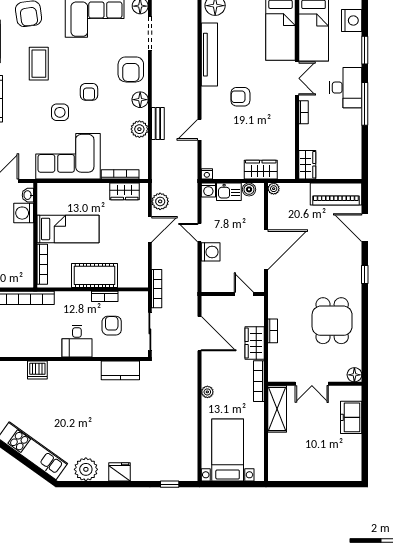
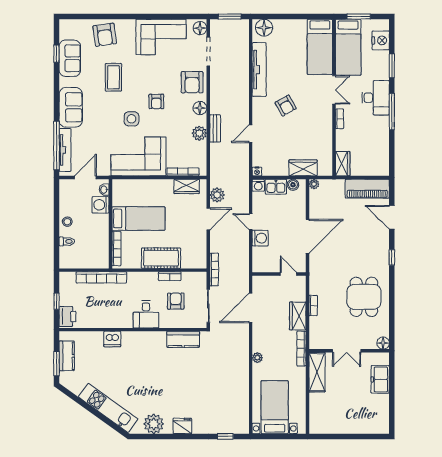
armchair: (240, 97) -> (286, 106), turned -119
door: (199, 334) -> (251, 308), swing flipped

